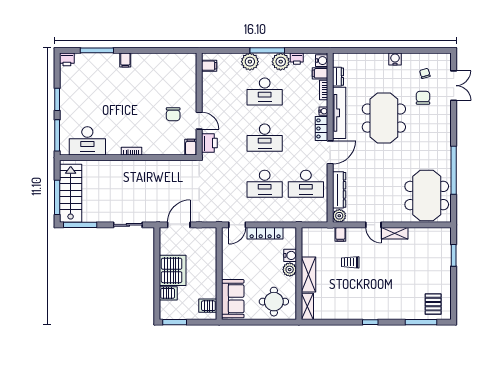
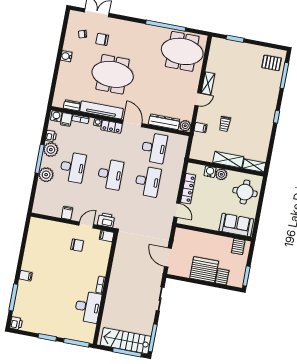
filing cabinet: (209, 66) -> (67, 213), moved
desk: (87, 141) -> (88, 307), moved

